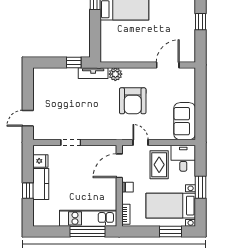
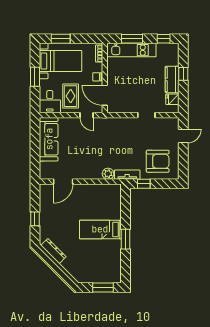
armchair: (133, 101) -> (158, 161), moved, turned 90
sofa: (185, 121) -> (49, 139), width x1.36
door: (119, 166) -> (105, 95), swing flipped
window: (51, 231) -> (164, 39), added
window: (87, 231) -> (132, 39), width x0.69

